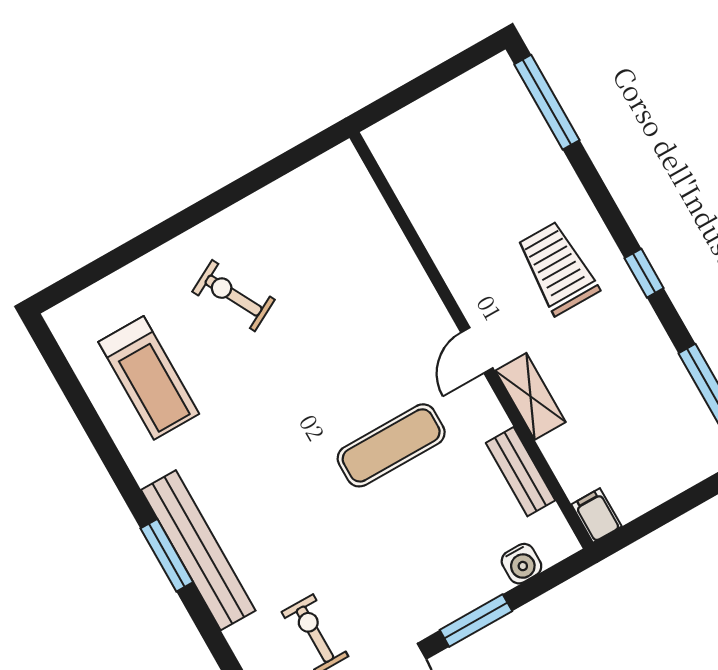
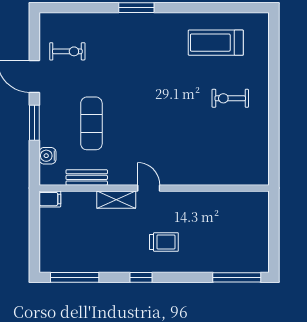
trolley: (558, 268) -> (164, 242), width x0.73, depth x0.72
exercise bike: (234, 296) -> (230, 98), turned -152
exercise mat: (391, 445) -> (91, 123), moved
bench: (198, 550) -> (131, 22), removed

